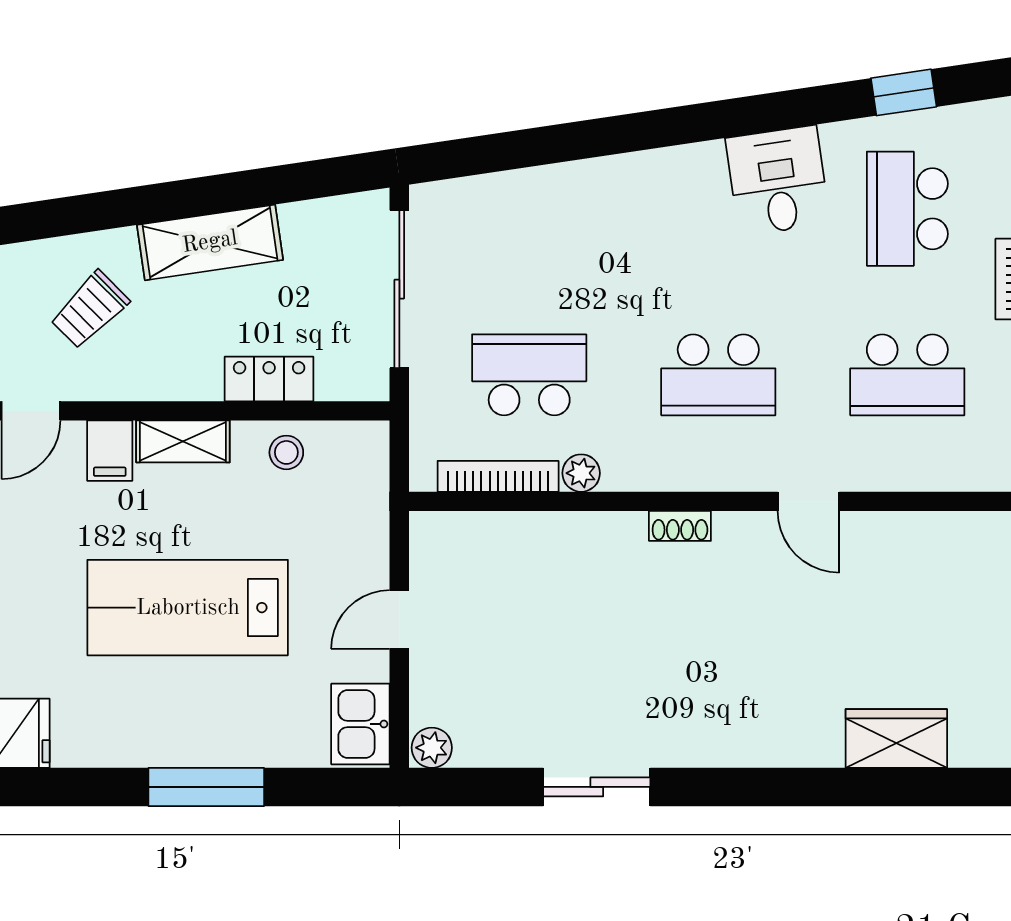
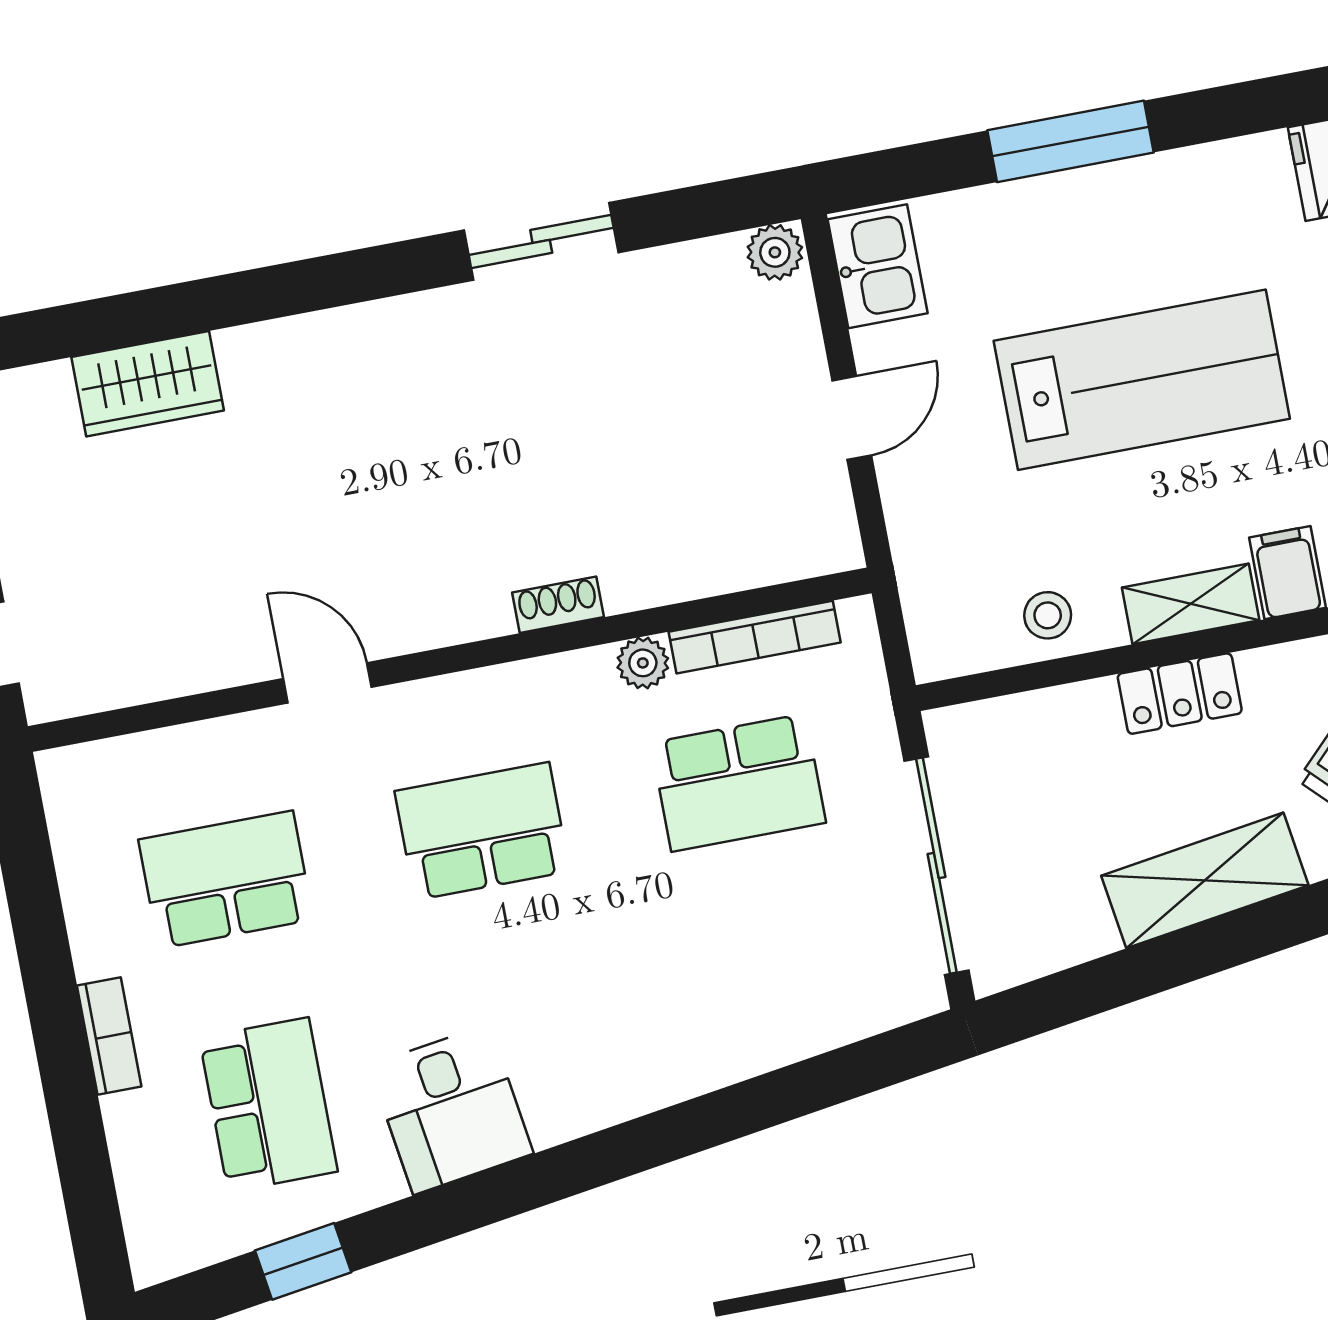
locker: (269, 379) -> (1180, 694), moved
shoe rack: (680, 526) -> (558, 605), moved

